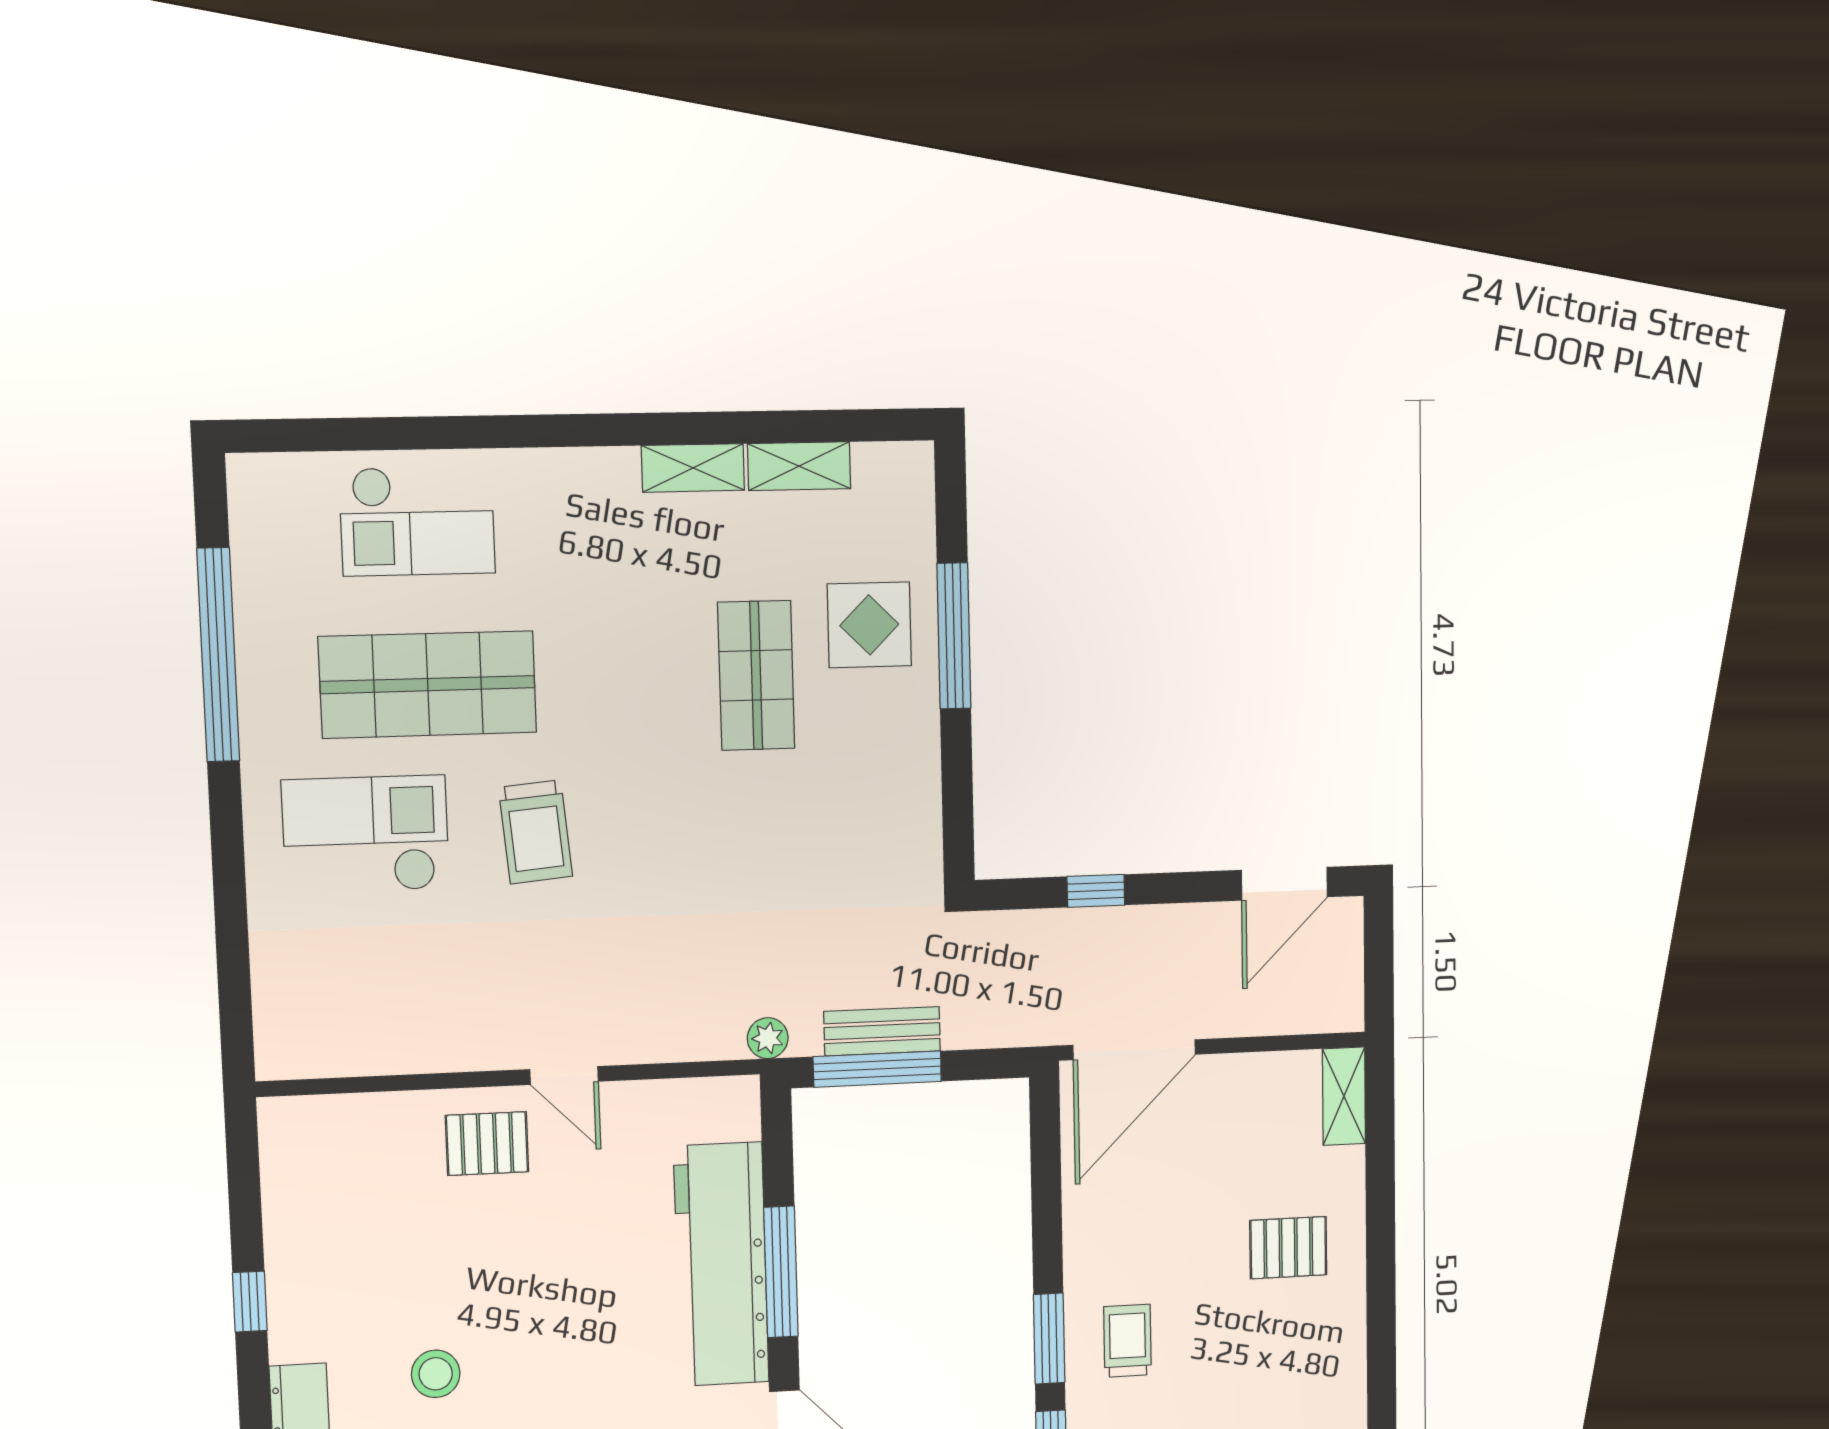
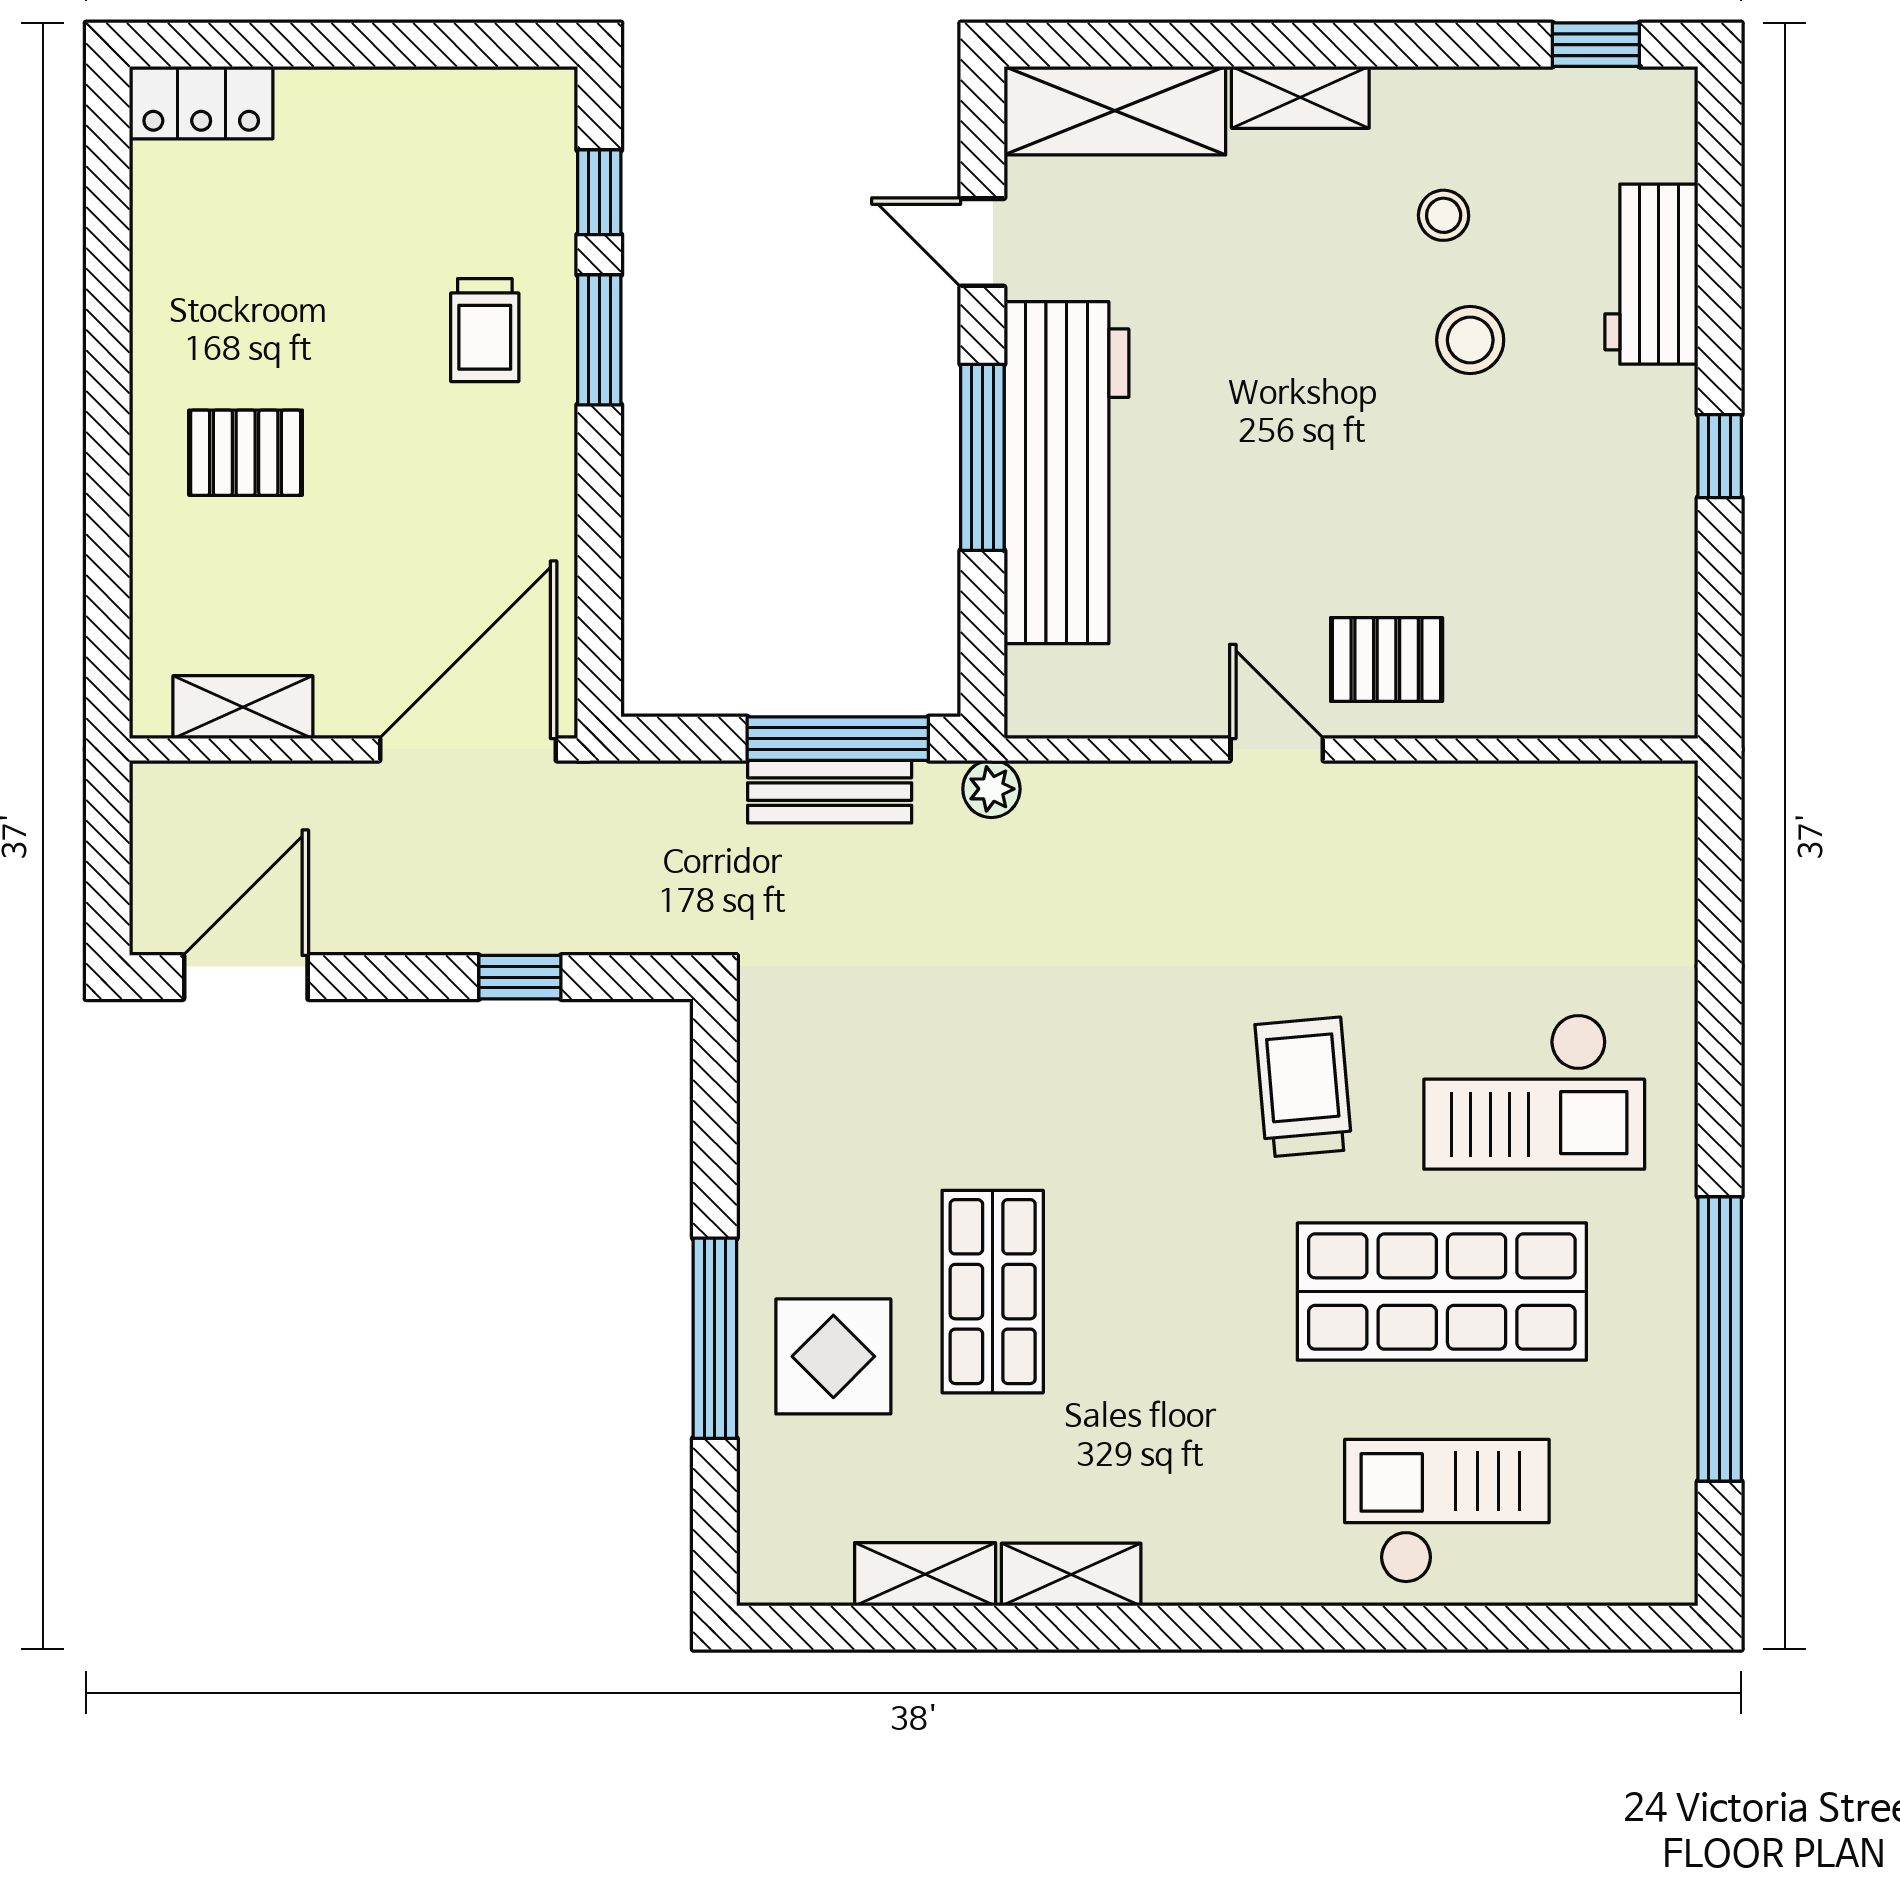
shelving: (1344, 1096) -> (243, 707), moved, turned 90

